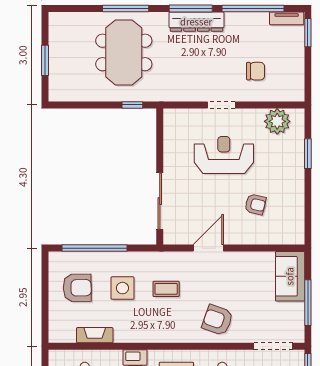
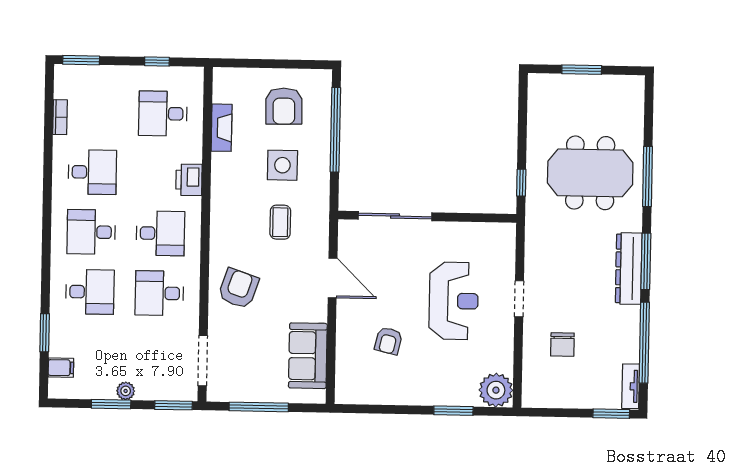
plant: (277, 121) -> (496, 390), moved
sofa: (290, 276) -> (308, 356), moved, turned -90

